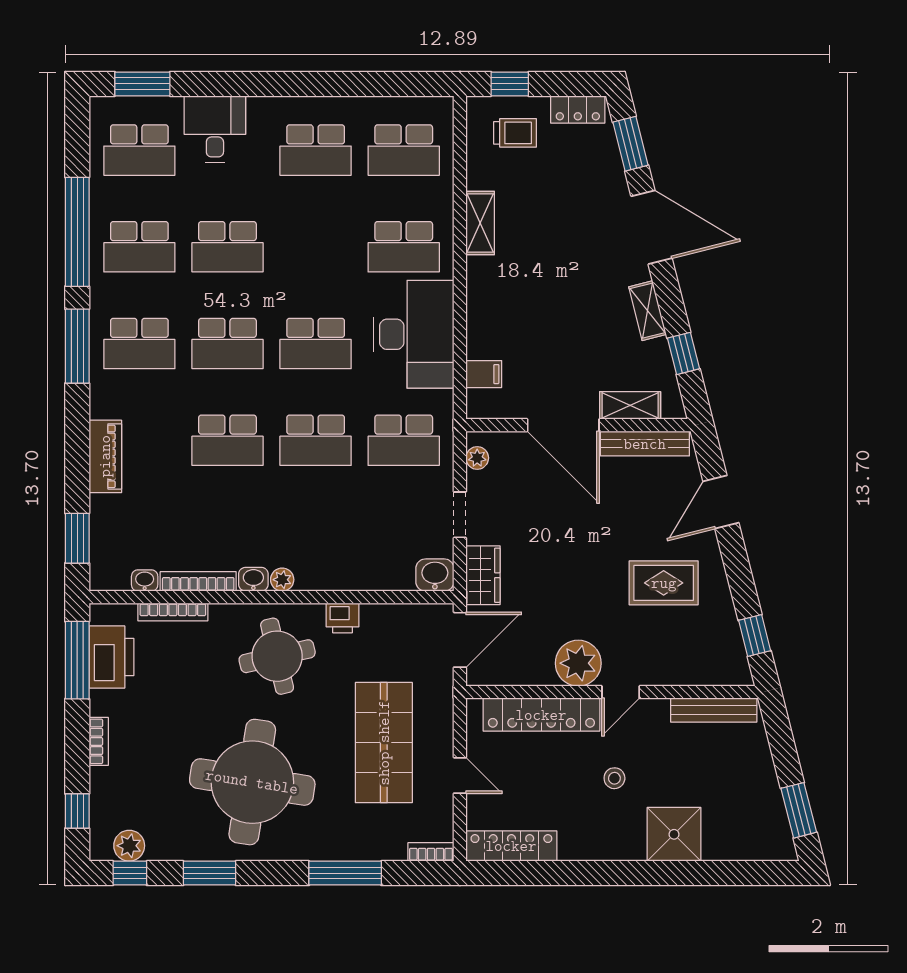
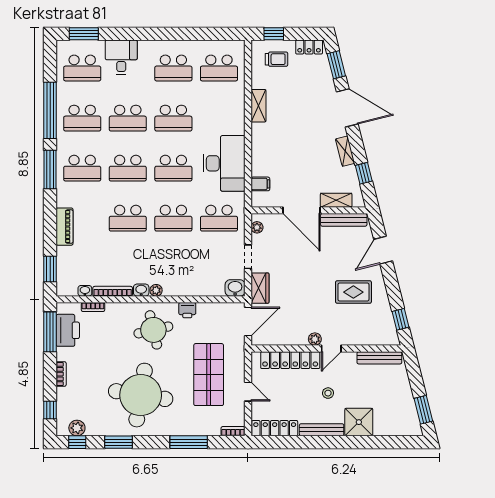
school desk: (404, 247) -> (173, 118), moved
bookcase: (173, 612) -> (93, 307), width x0.64
plant: (578, 663) -> (315, 339), width x0.53, depth x0.53
bench: (602, 849) -> (322, 430), added

